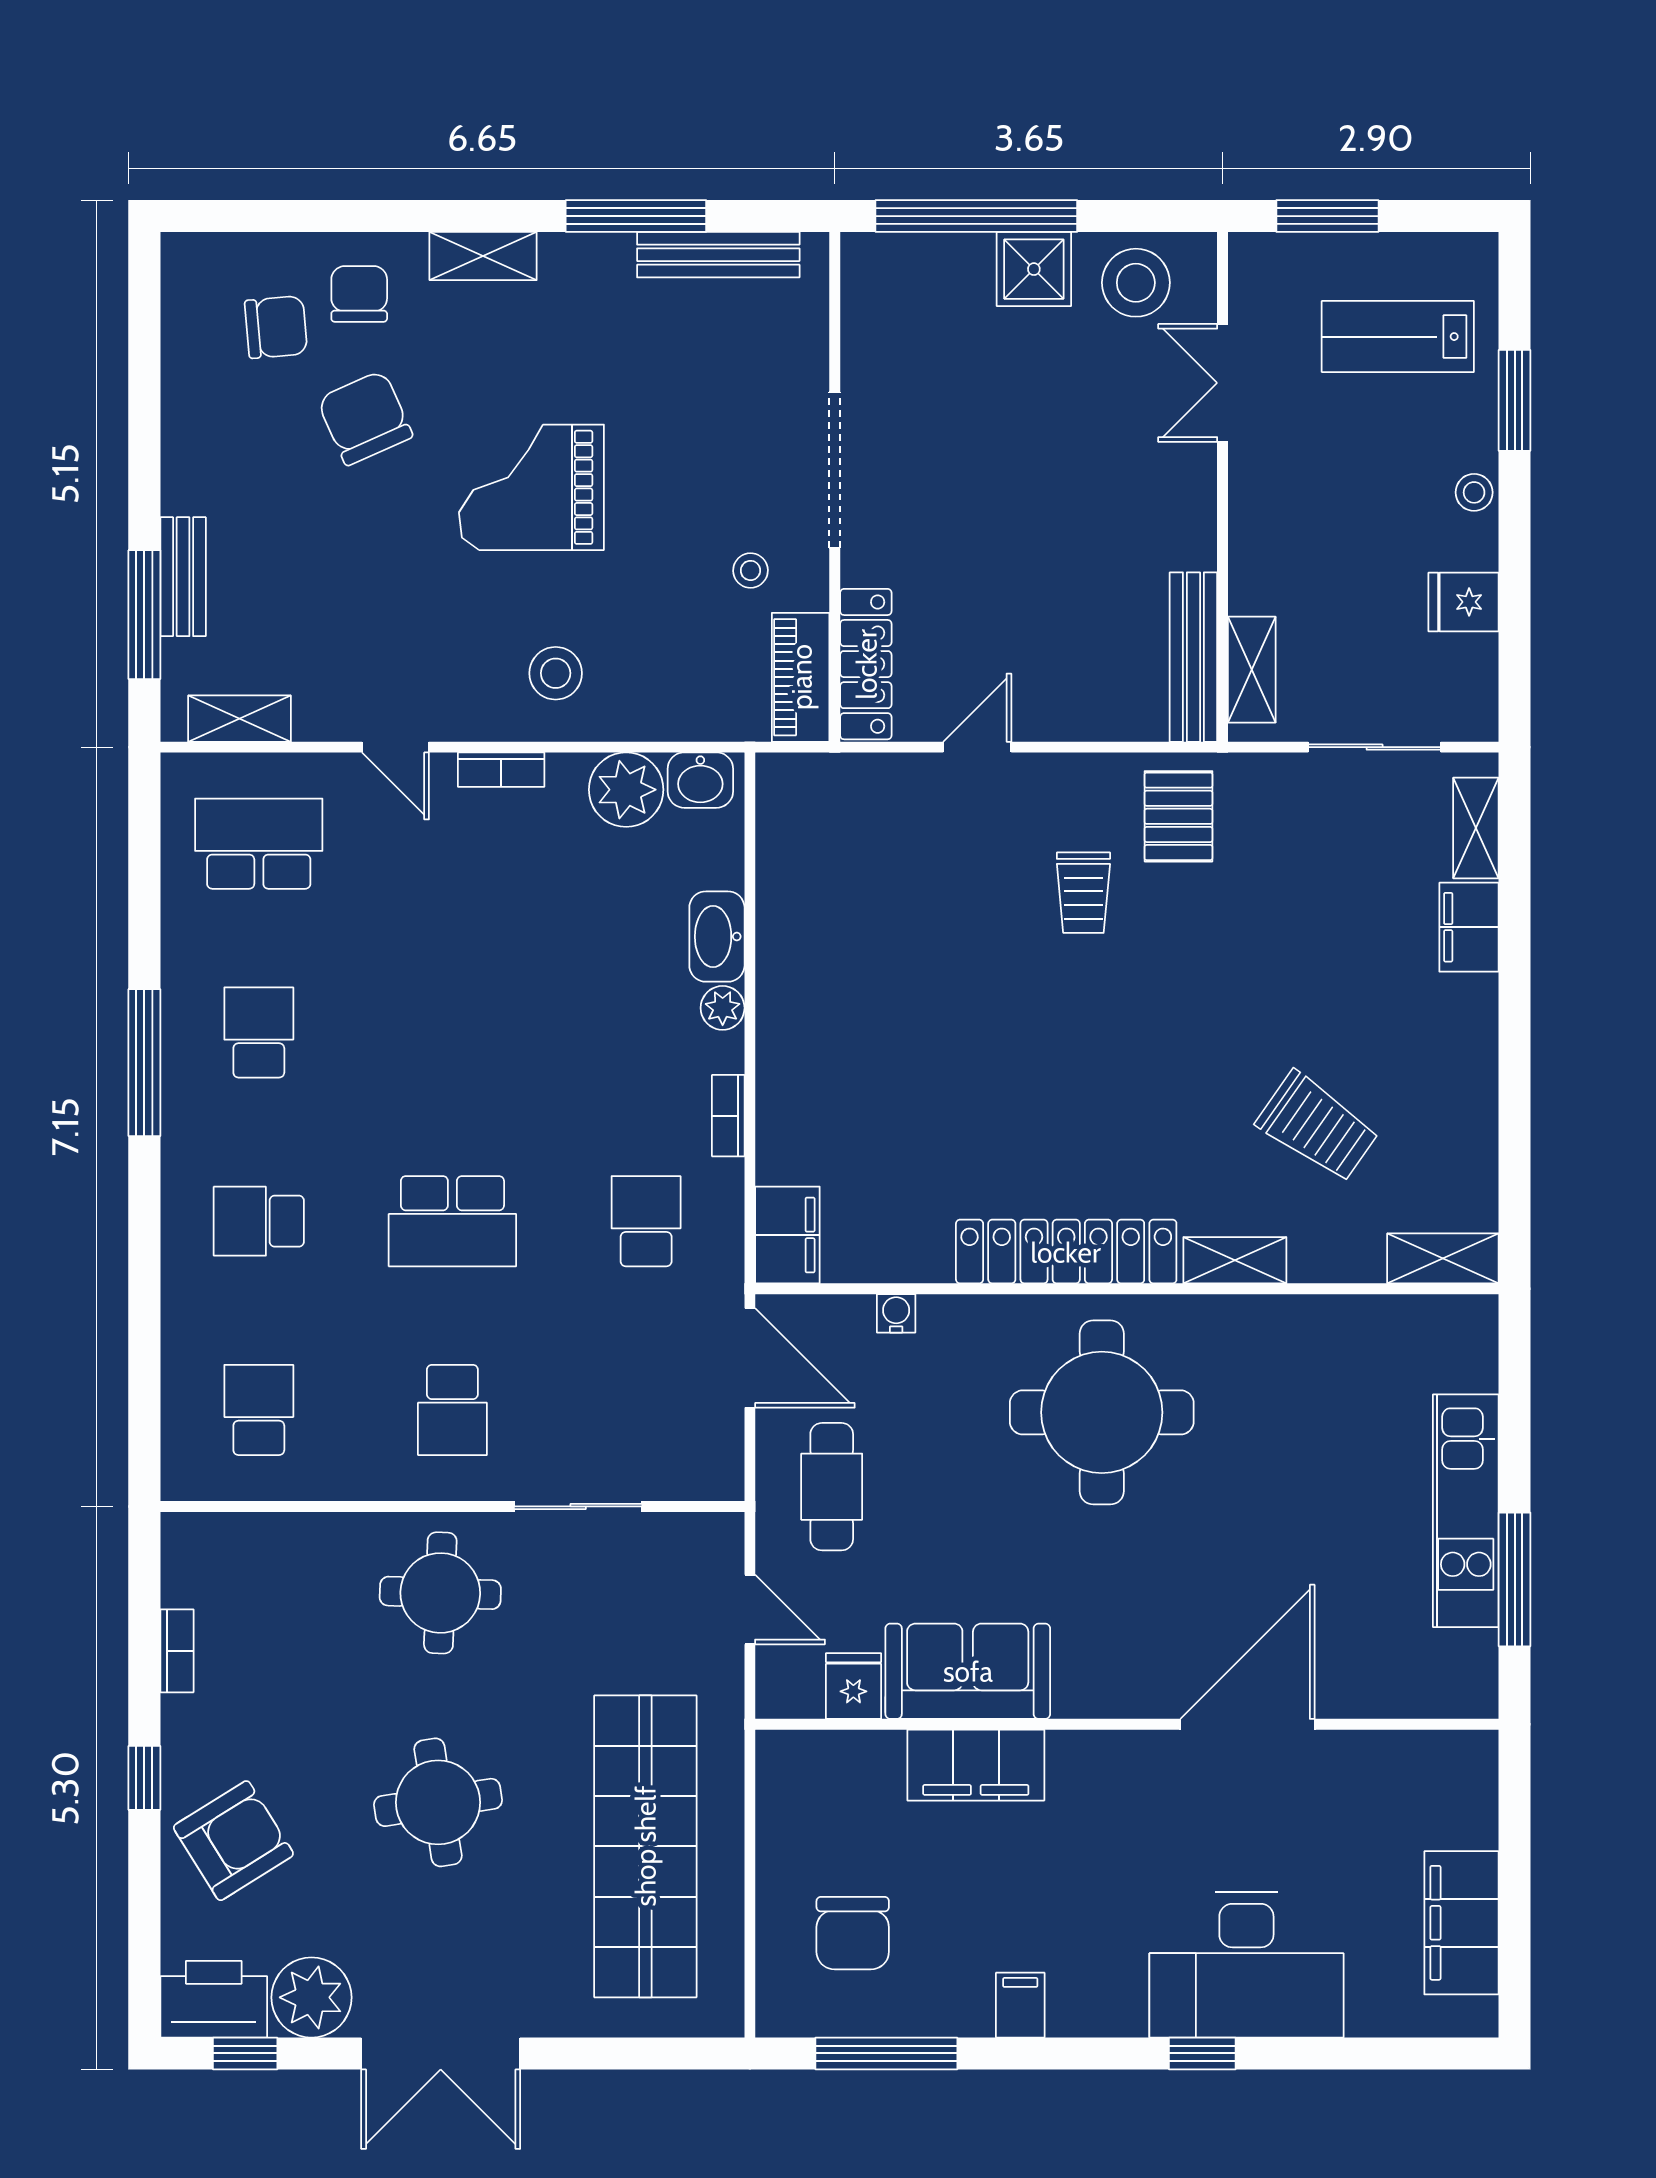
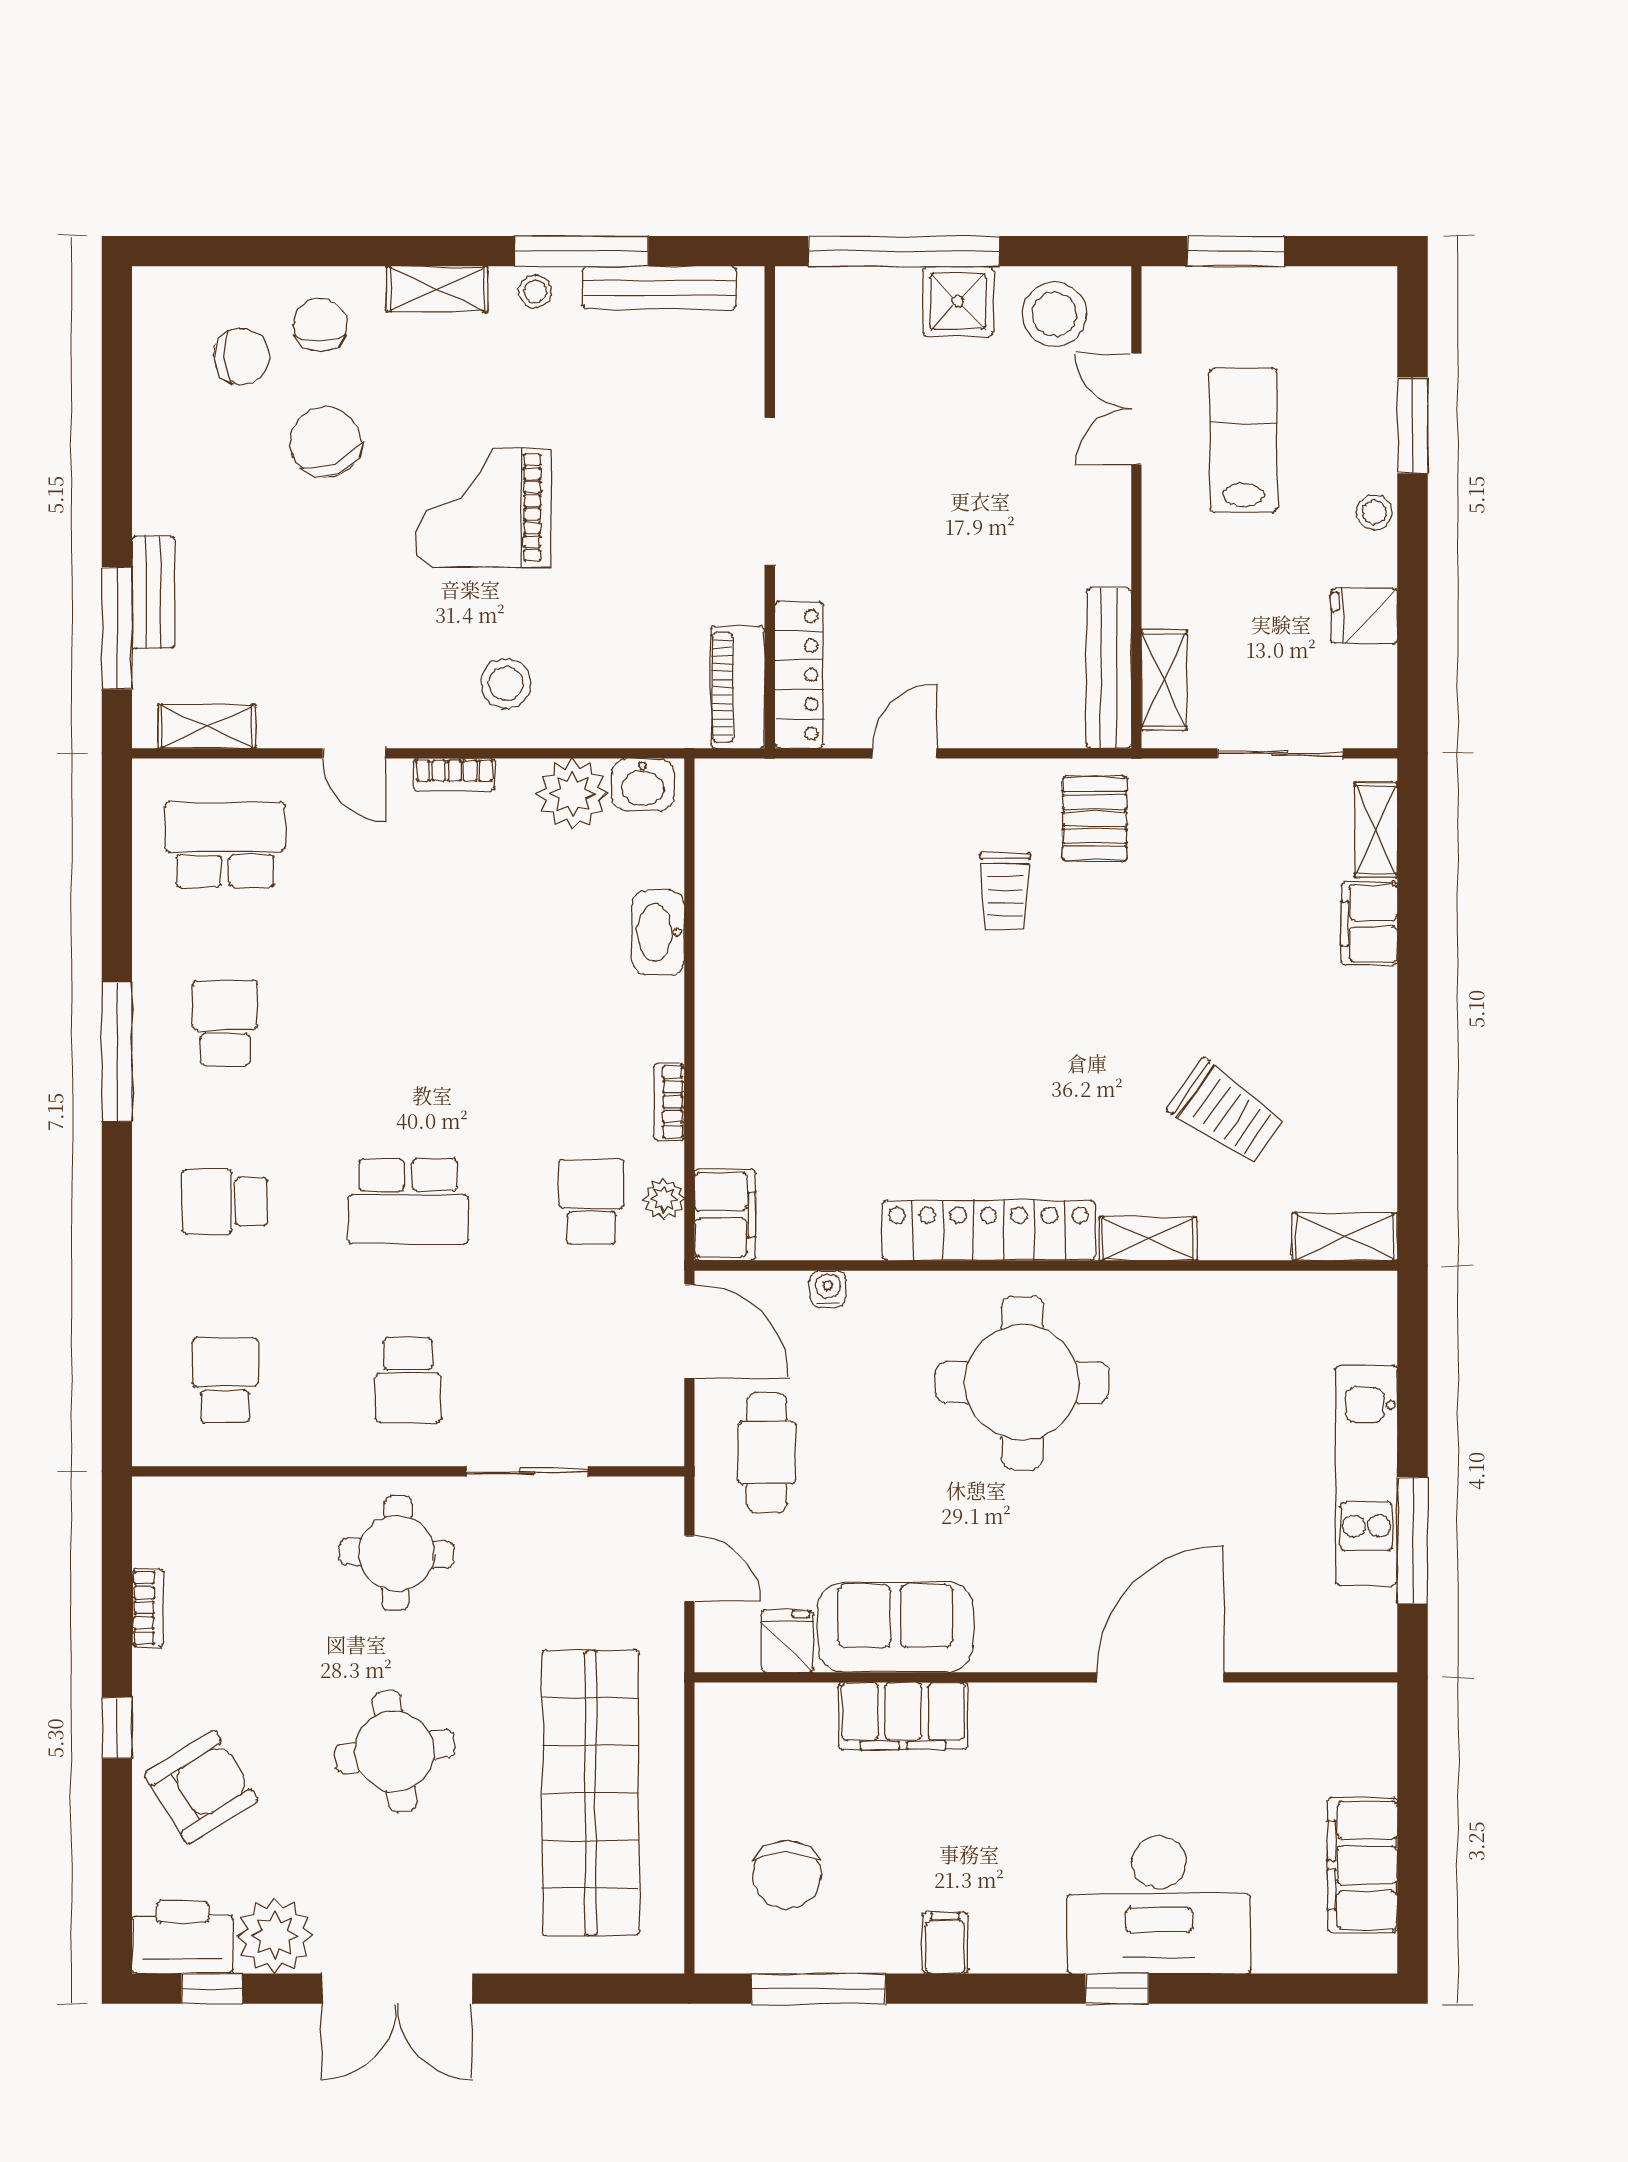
lab bench: (1398, 337) -> (1243, 440), moved, turned 90
stool: (750, 570) -> (535, 291), moved
plant: (723, 1008) -> (664, 1199), moved

